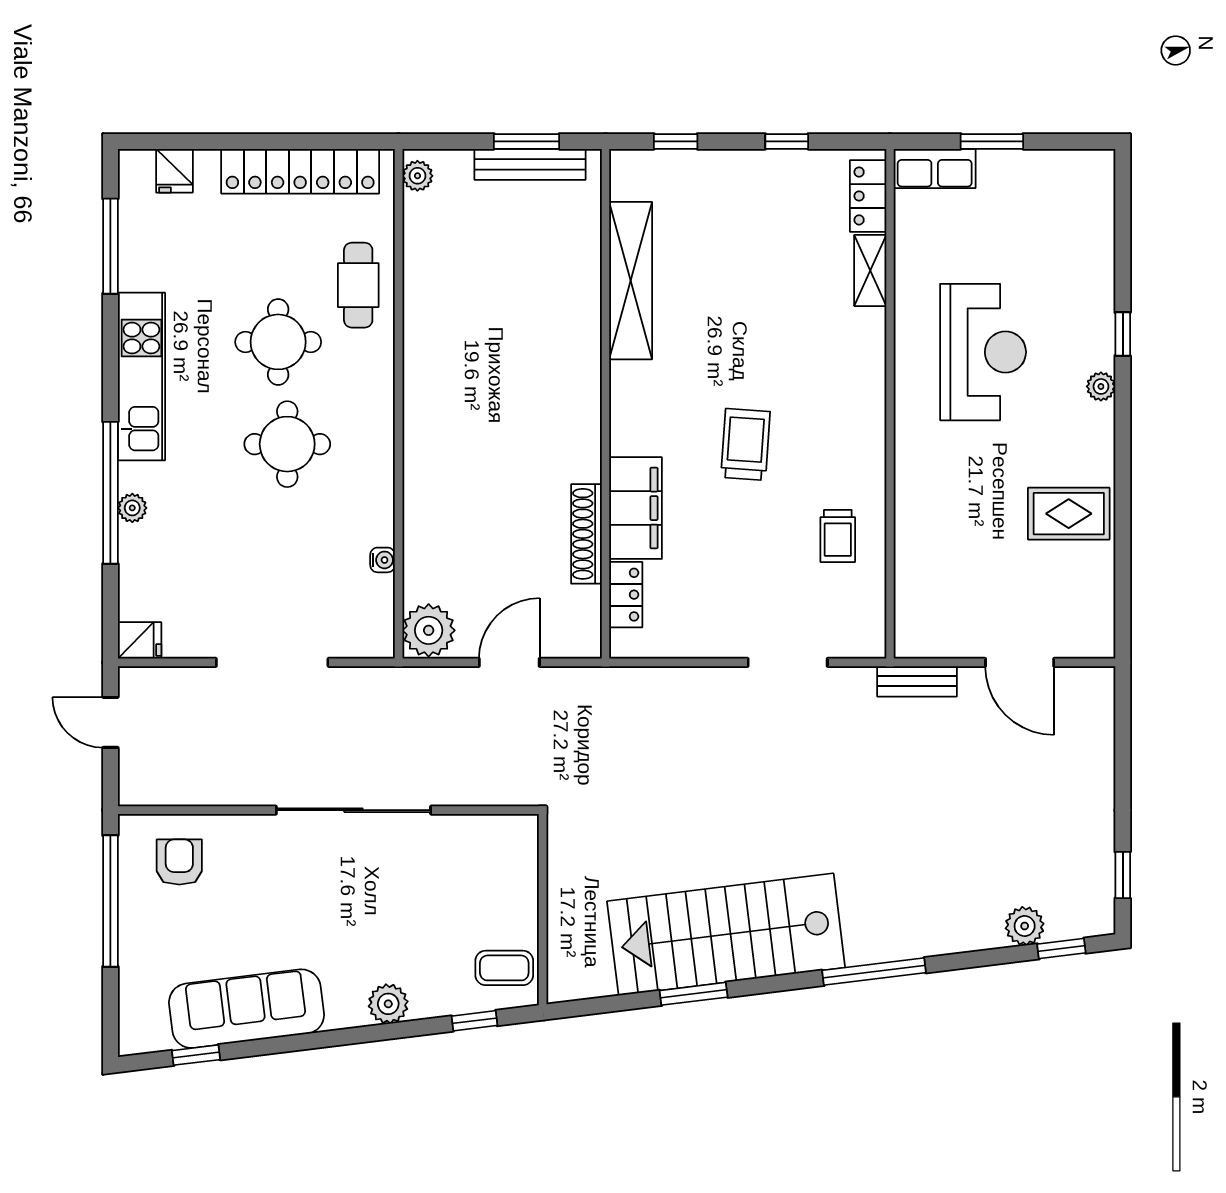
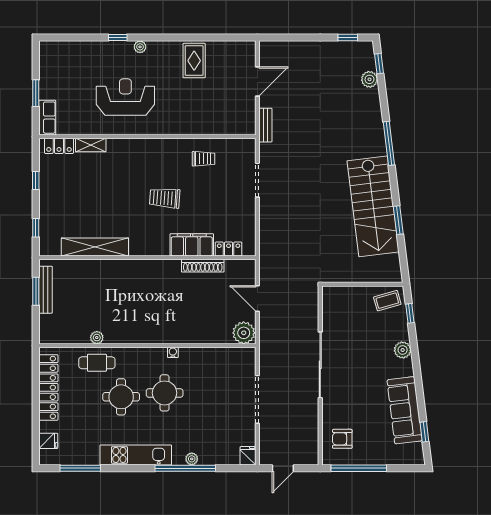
plant: (417, 176) -> (97, 338), moved
water cooler: (383, 560) -> (173, 352), moved
coffee table: (504, 968) -> (387, 301), turned 74

